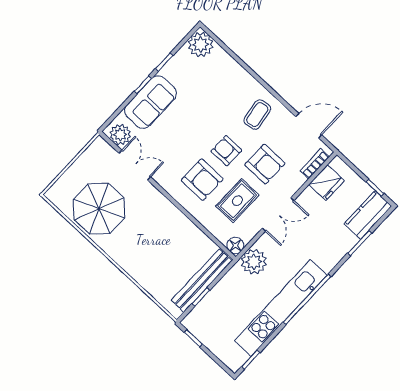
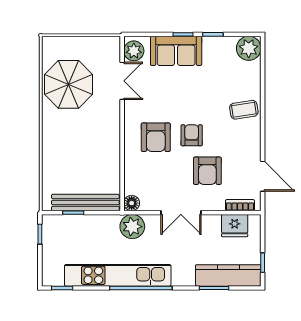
coffee table: (257, 114) -> (244, 110), moved
rug: (237, 201) -> (164, 175), removed
kitchen counter: (368, 215) -> (228, 275), width x1.50

